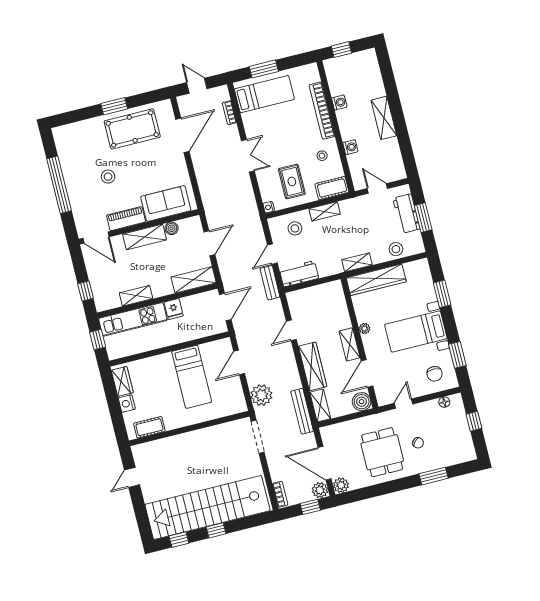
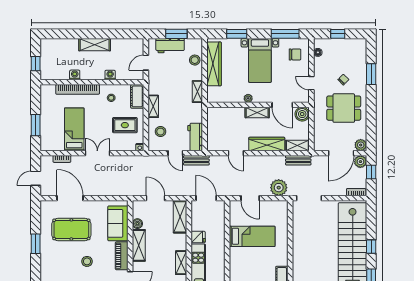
bed: (264, 94) -> (74, 129), moved
pool table: (132, 129) -> (71, 229), moved, turned 90
wardrobe: (376, 280) -> (214, 64), moved
window: (457, 355) -> (285, 34), width x1.44
bench: (302, 411) -> (298, 160), width x0.73

